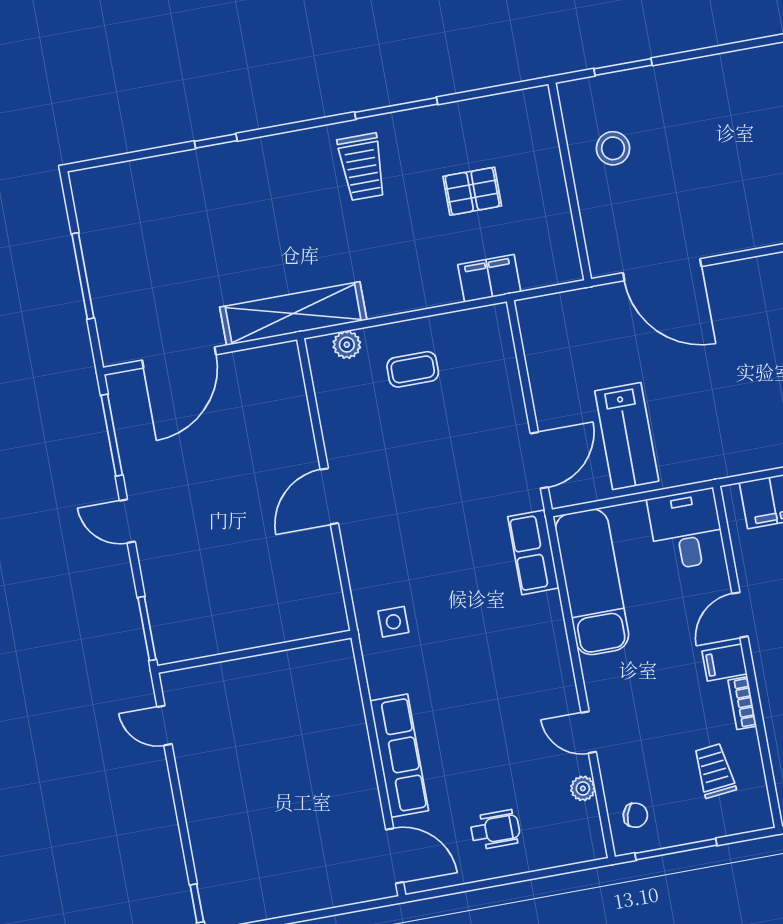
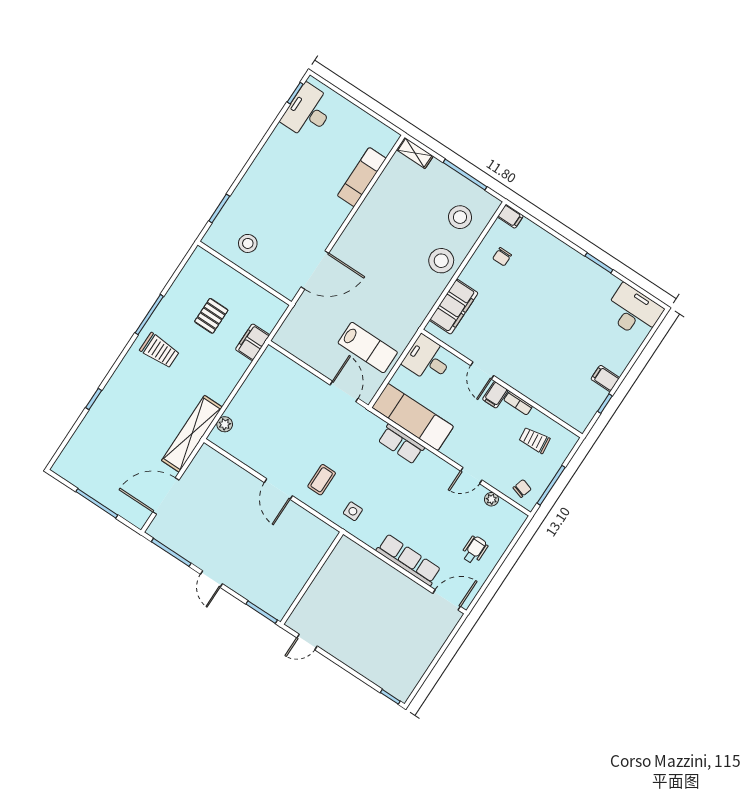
door: (179, 357) -> (166, 496), swing flipped
coffee table: (413, 369) -> (322, 480), moved
door: (127, 521) -> (211, 579), hinge flipped
row of seats: (533, 552) -> (401, 444), moved

